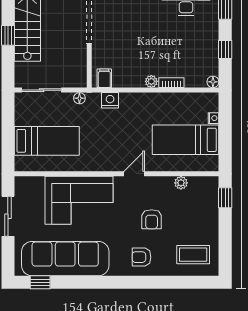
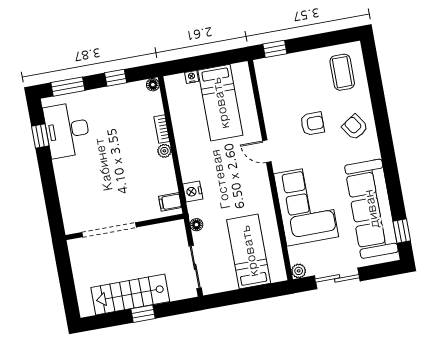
plant: (181, 183) -> (299, 271), moved
armchair: (141, 257) -> (355, 127), turned 146

